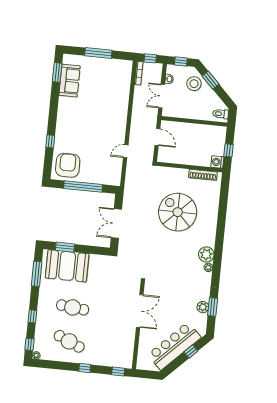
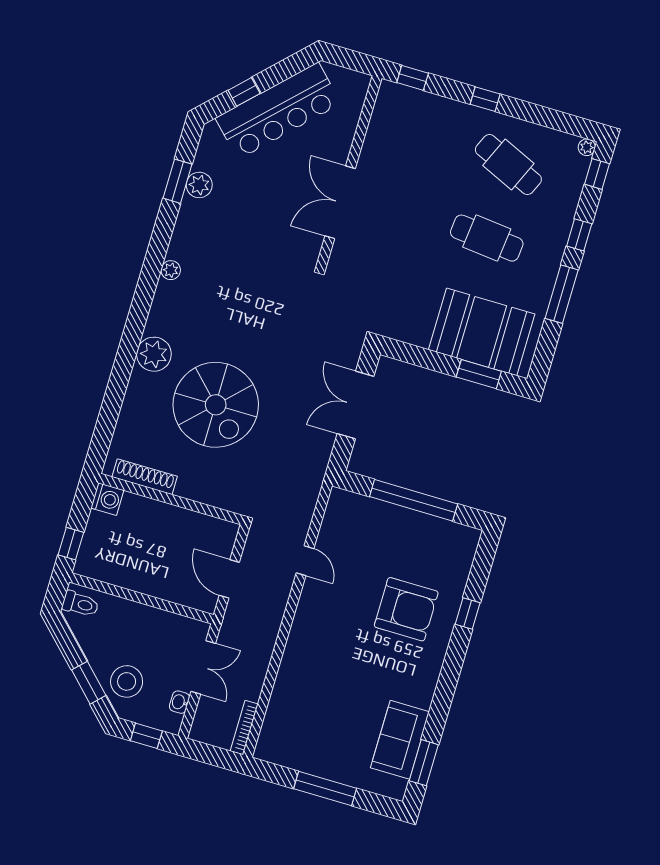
window: (150, 58) -> (212, 755), removed
window: (229, 150) -> (71, 544), moved
door: (126, 151) -> (305, 561), hinge flipped
armchair: (68, 165) -> (406, 609), moved, turned -90
double door: (116, 223) -> (356, 405), swing flipped
plant: (206, 254) -> (154, 354), moved
window: (37, 274) -> (562, 294), moved

